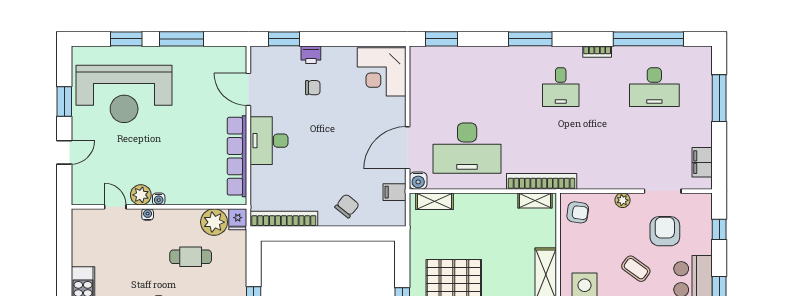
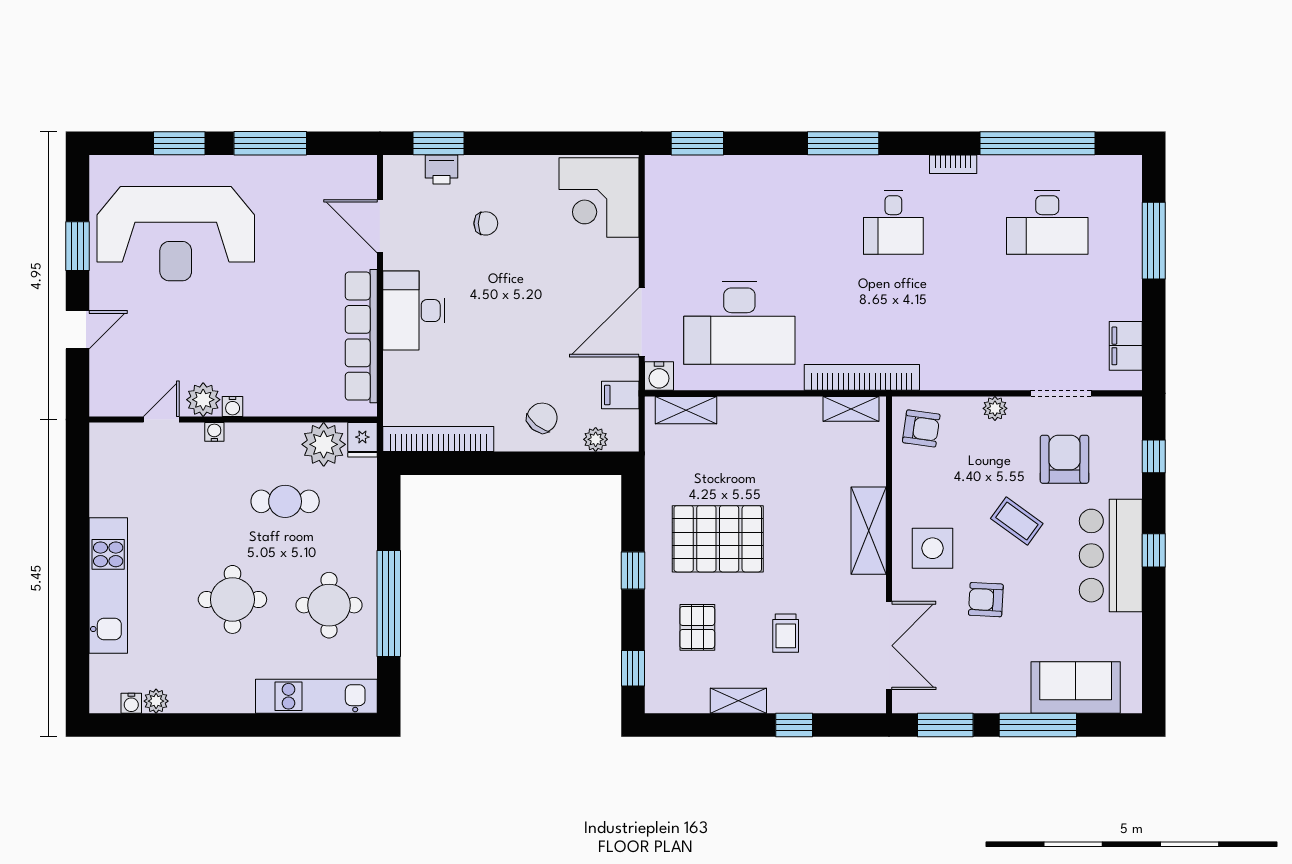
printer: (311, 55) -> (441, 169), moved
door: (115, 207) -> (161, 420), hinge flipped
plant: (380, 219) -> (596, 439), added

